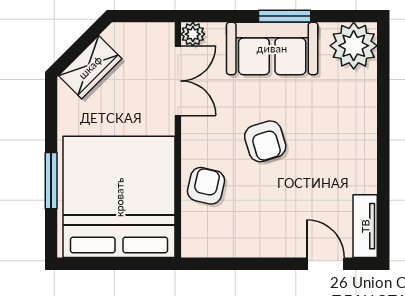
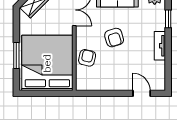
window: (383, 100) -> (168, 19), added
tv unit: (365, 226) -> (160, 46), moved

